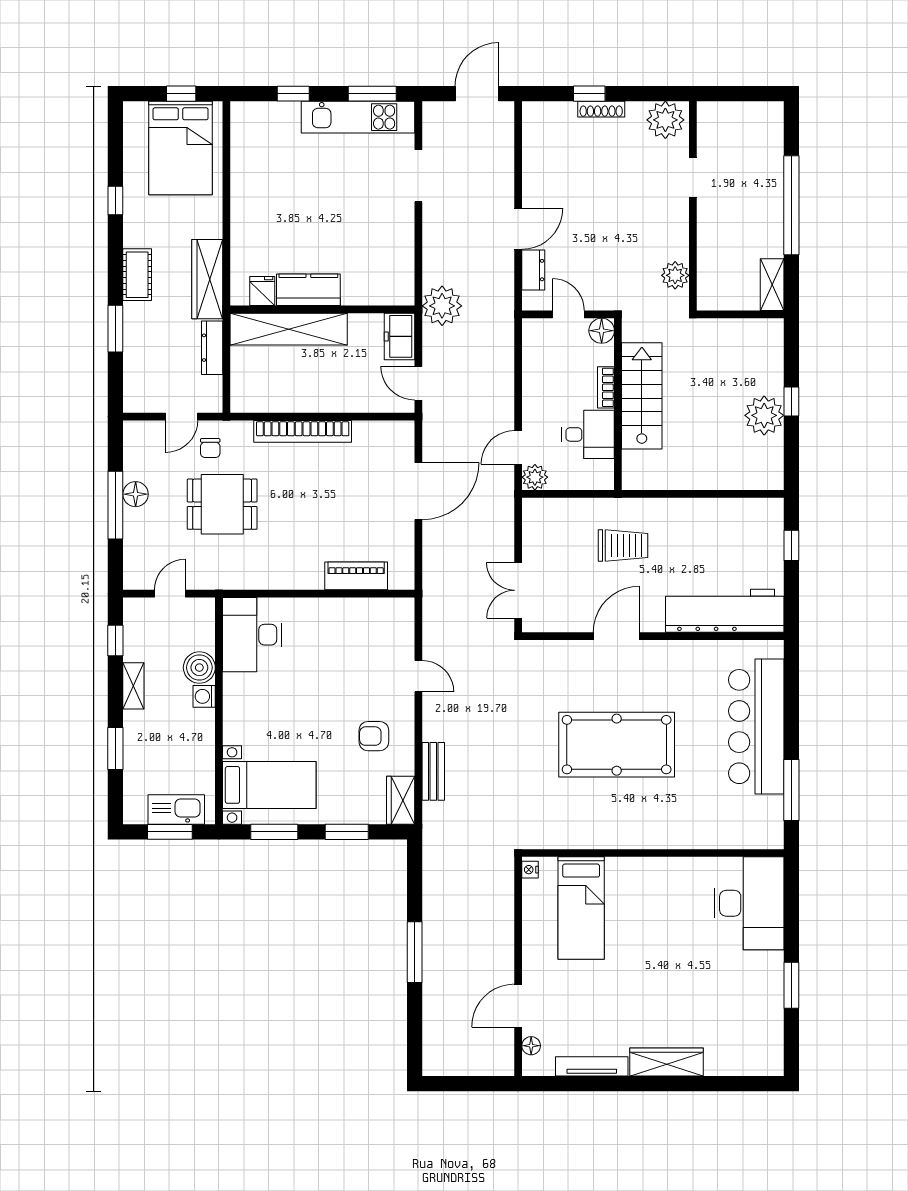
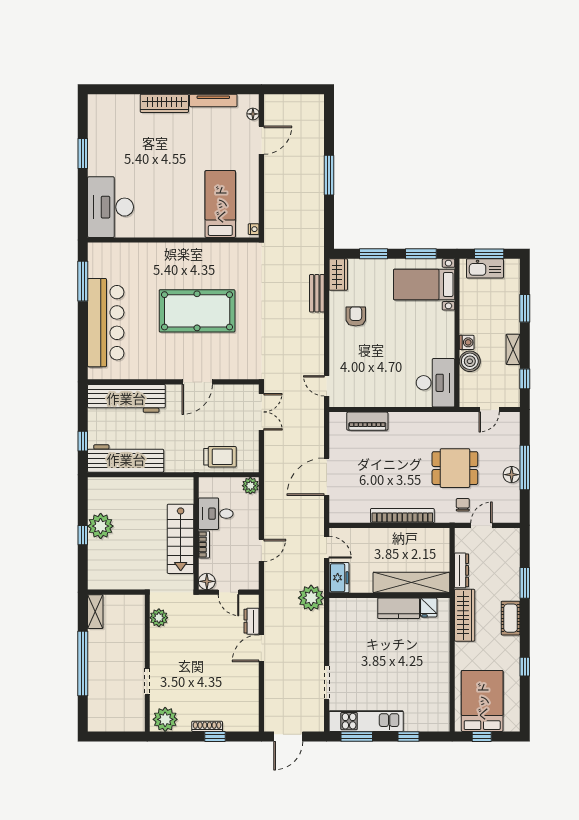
door: (518, 447) -> (261, 550), moved
workbench: (726, 519) -> (126, 459), added
trolley: (623, 545) -> (220, 457), moved, turned 180
door: (418, 676) -> (327, 386), moved
armchair: (374, 736) -> (356, 316), turned -90

